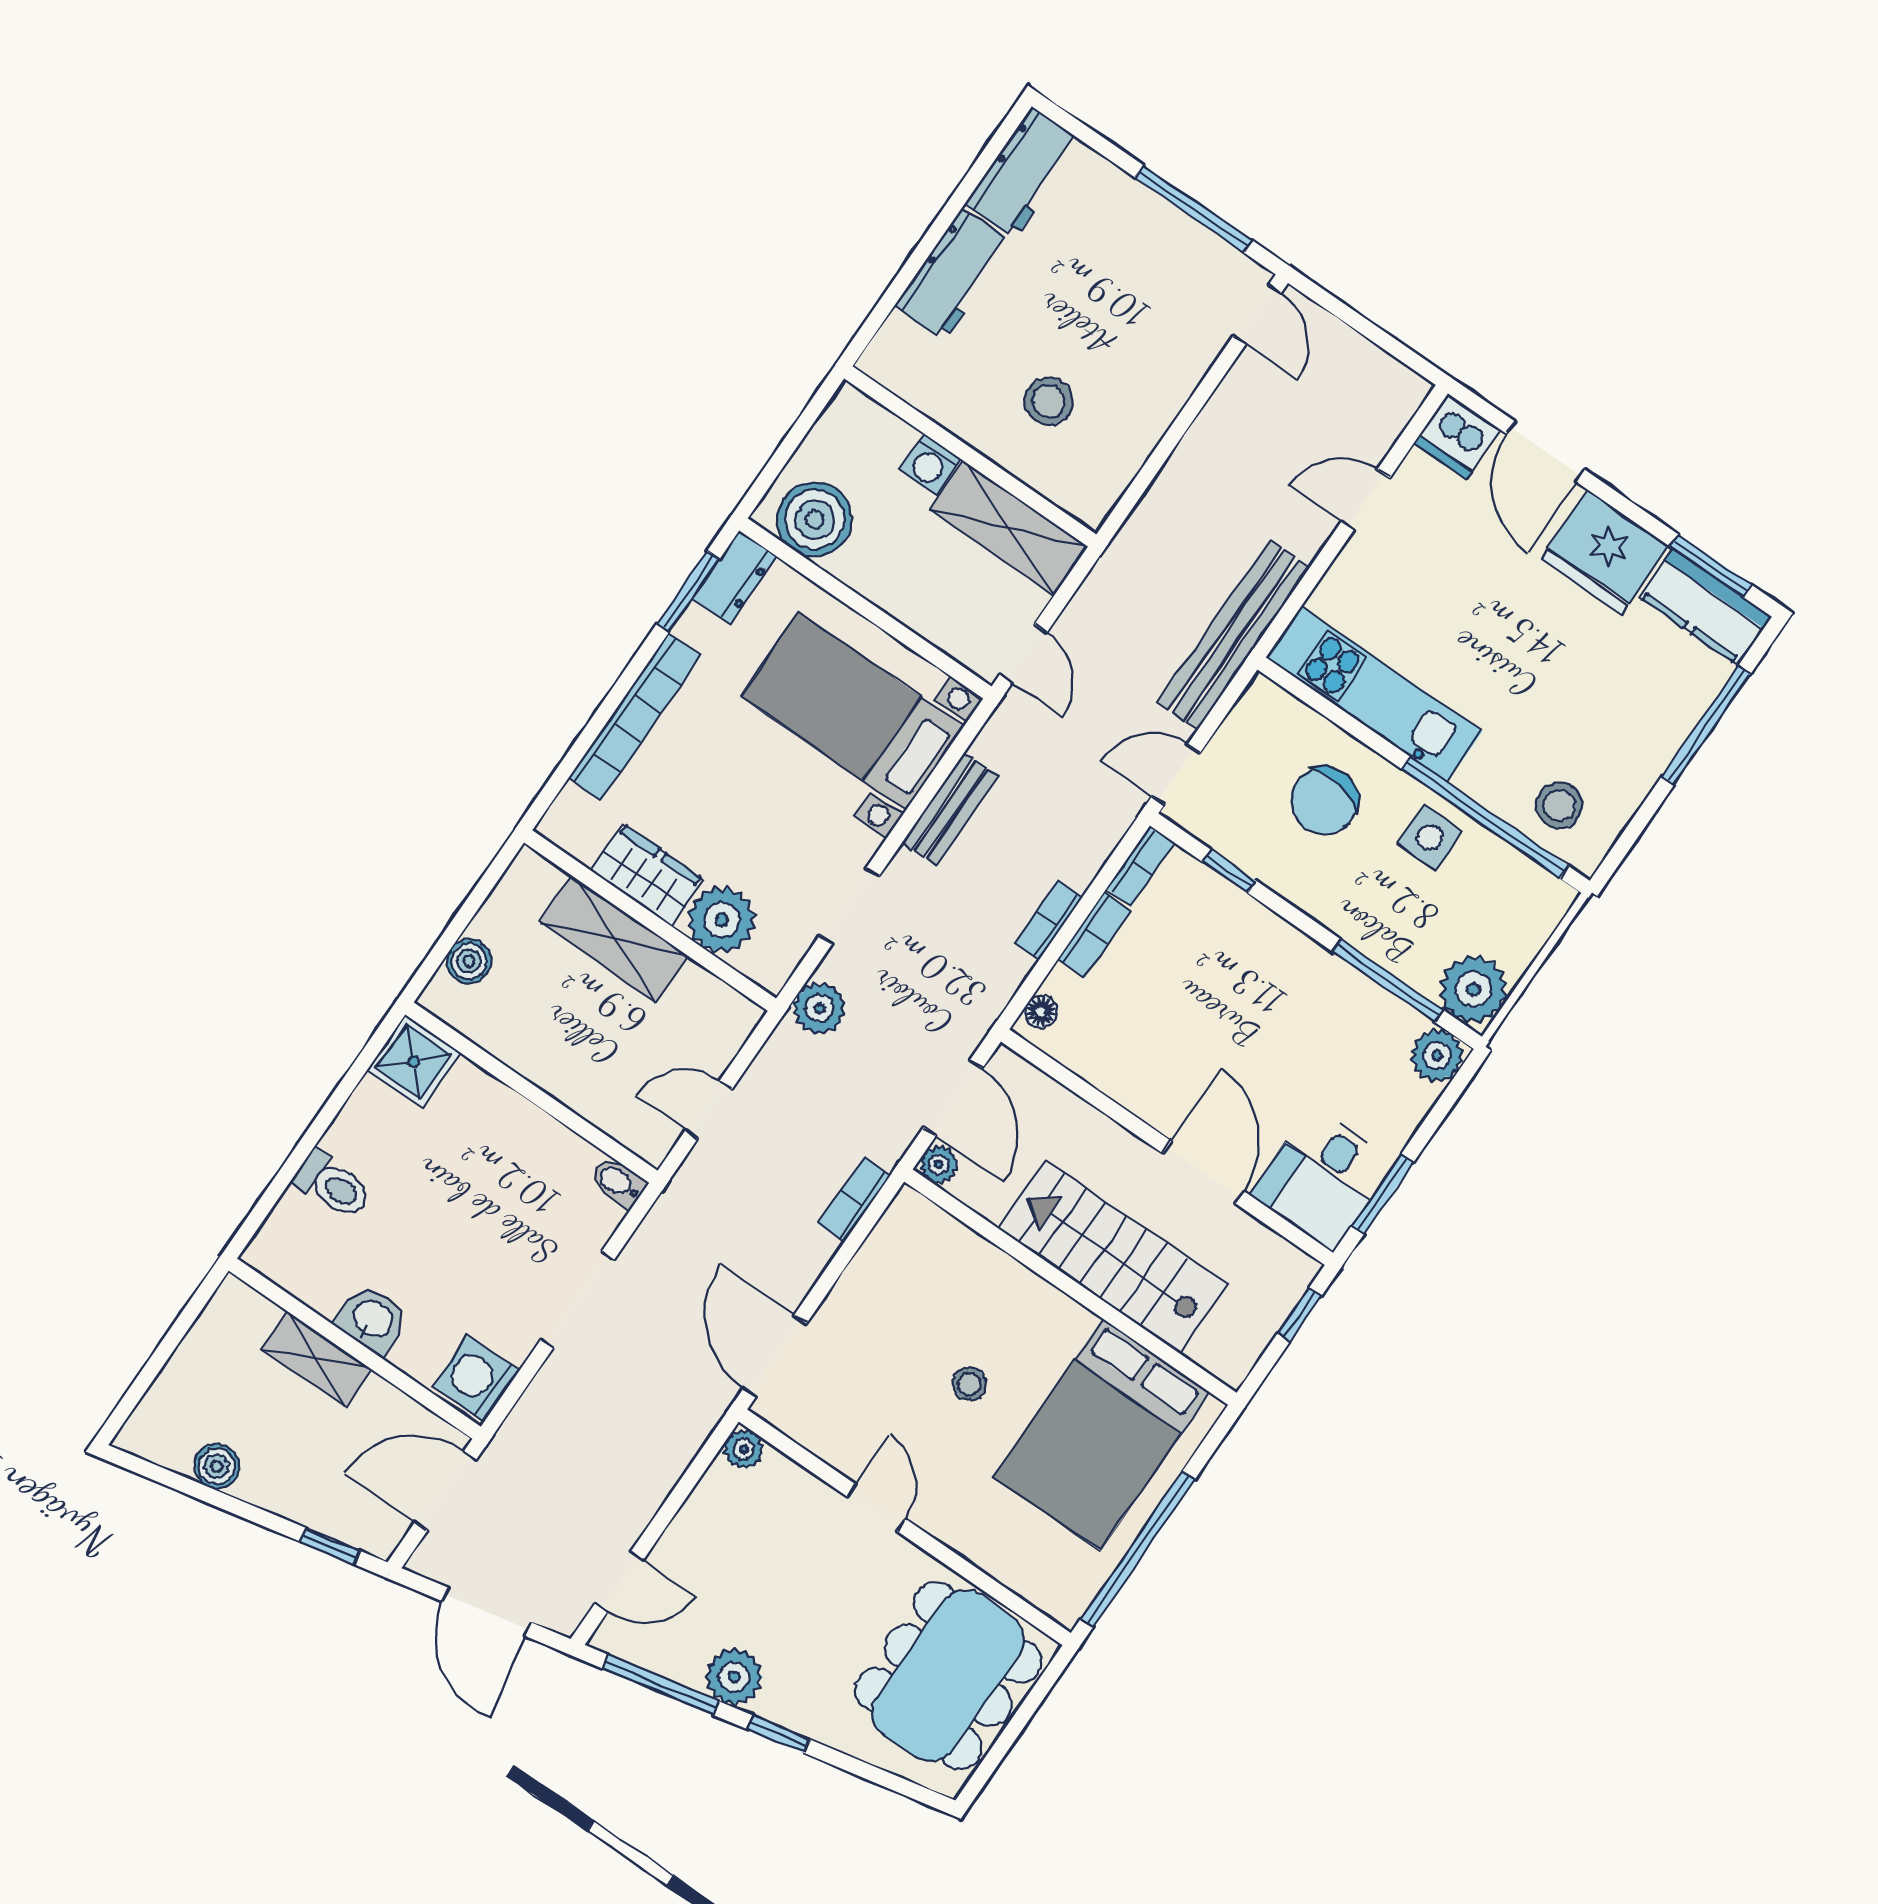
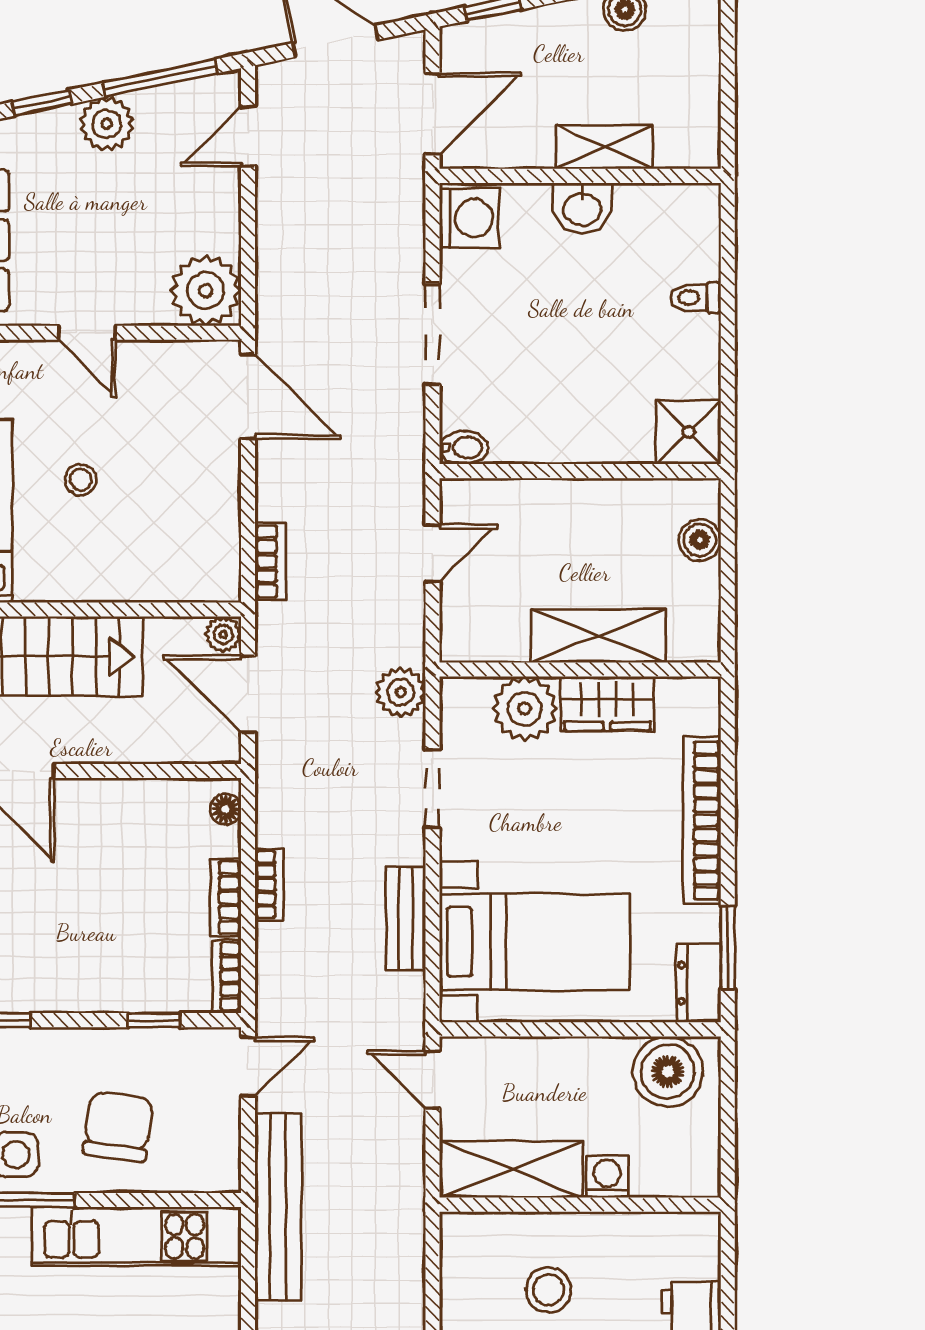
toilet: (332, 1185) -> (696, 298), width x0.73, depth x0.72
plant: (744, 1449) -> (206, 291), width x1.88, depth x1.88

